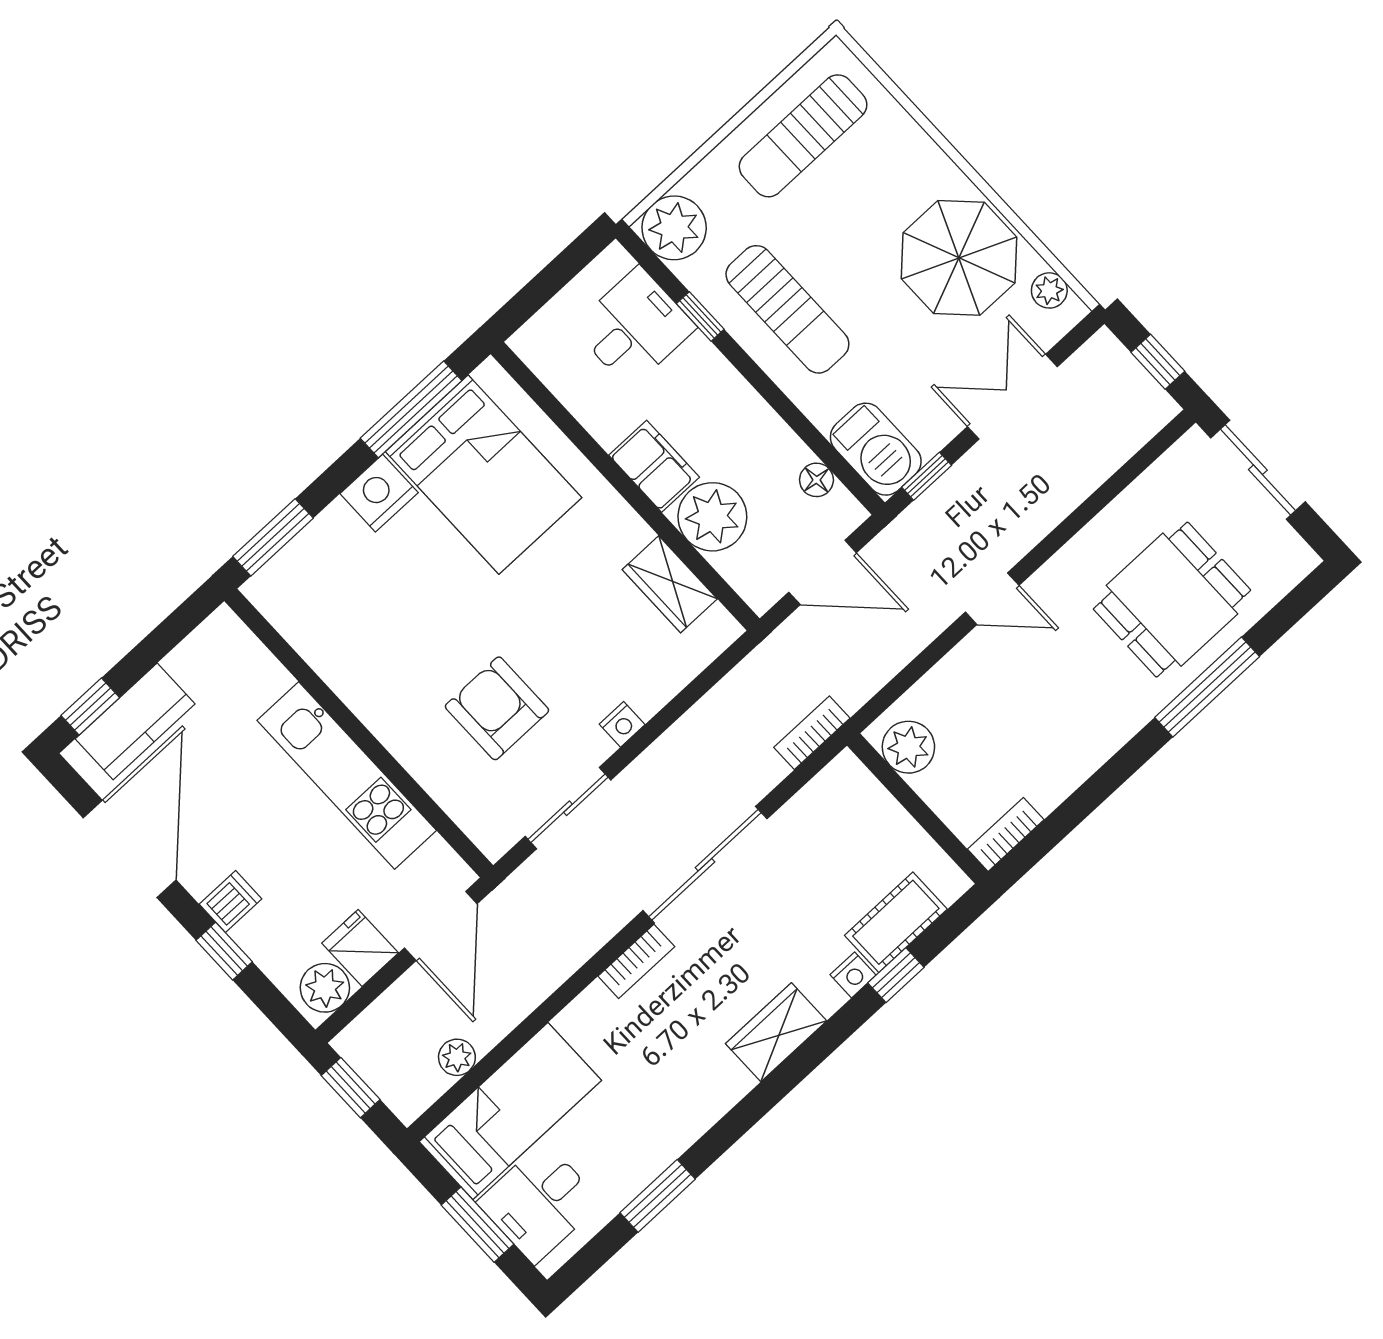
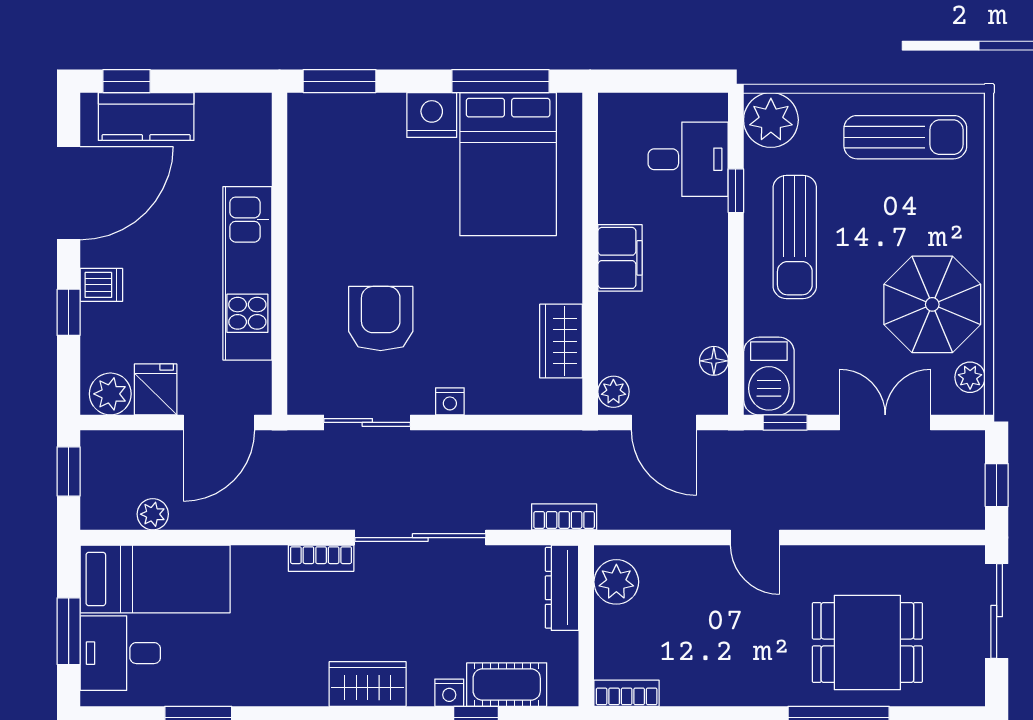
sun lounger: (803, 136) -> (905, 137), turned 180
plant: (712, 517) -> (613, 392), moved, width x0.53, depth x0.53
dresser: (866, 795) -> (562, 588), added

